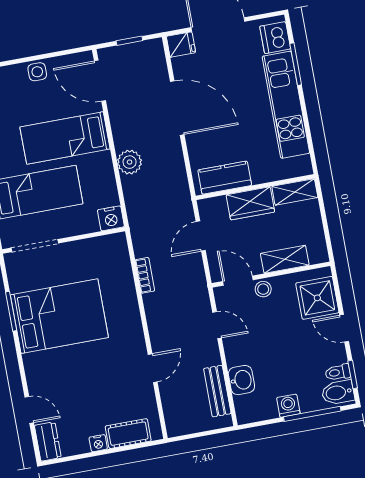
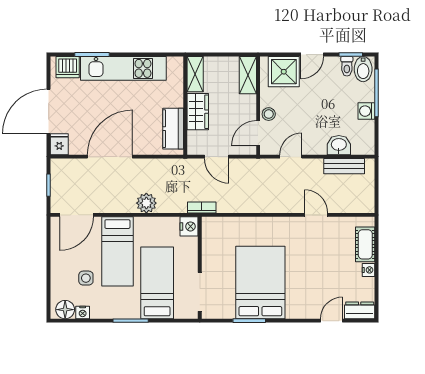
side table: (37, 72) -> (86, 278), moved
shelving: (285, 259) -> (248, 75), moved
bookcase: (145, 275) -> (202, 207), moved

